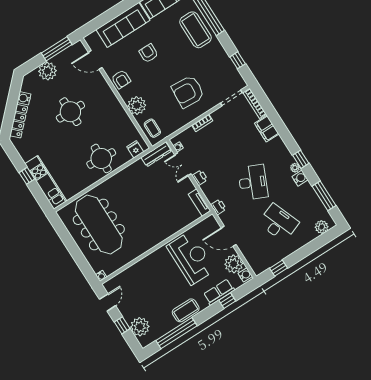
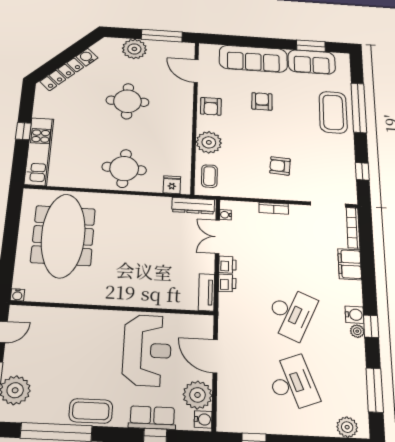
armchair: (188, 92) -> (280, 166), width x0.53, depth x0.53
water cooler: (300, 178) -> (354, 315), moved
printer: (218, 207) -> (227, 283), moved

